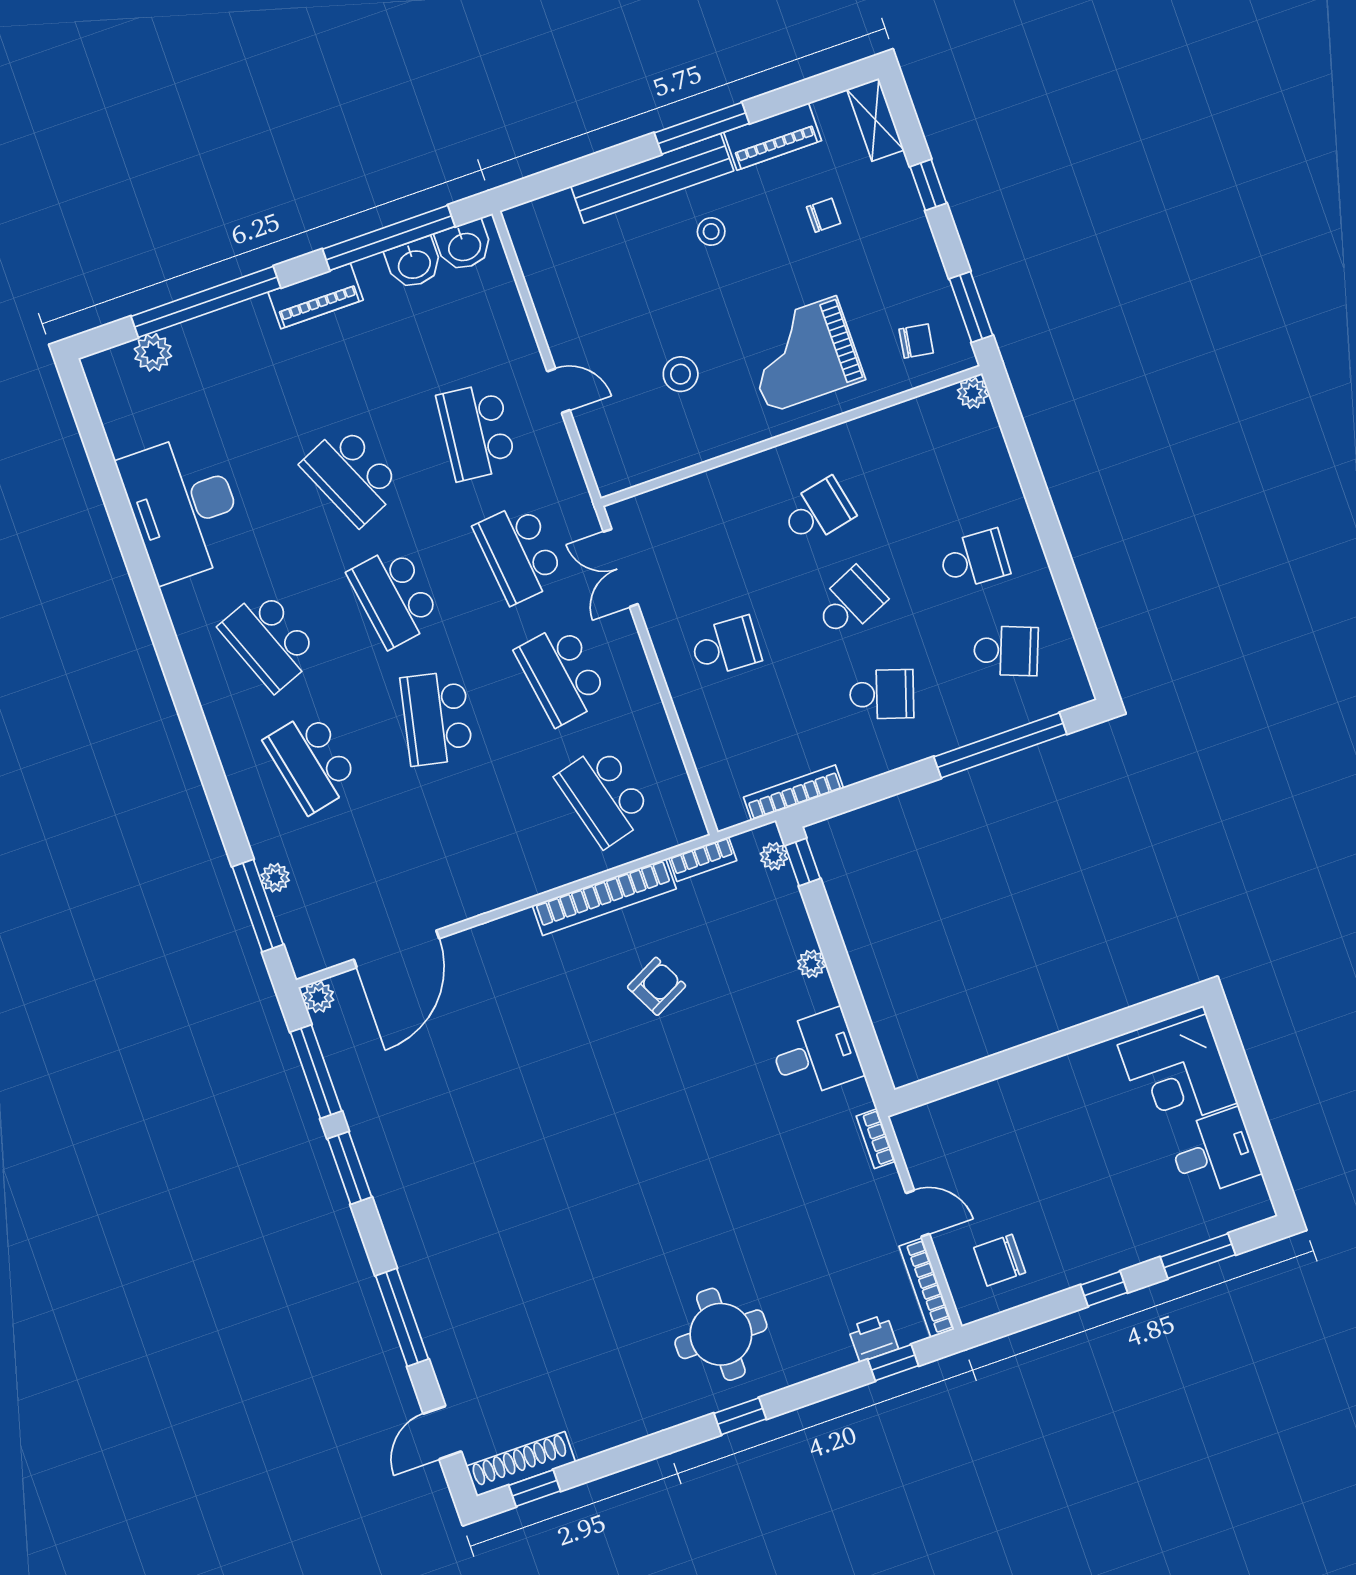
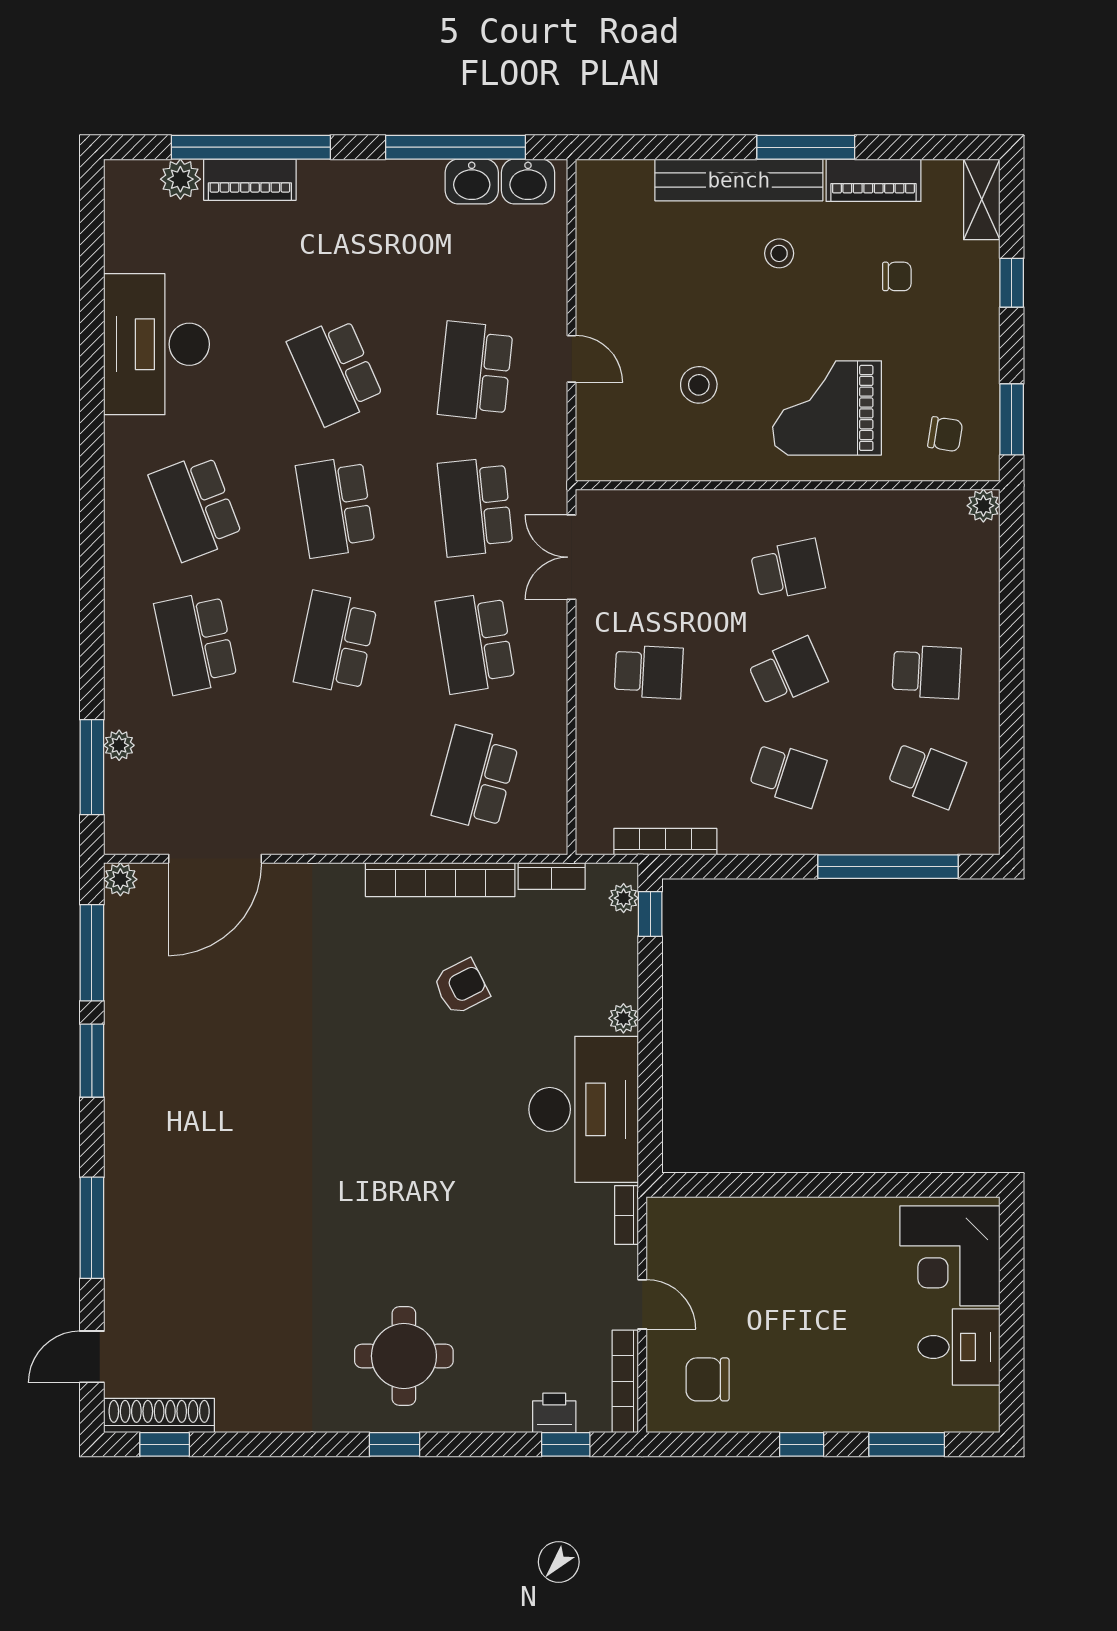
piano: (316, 296) -> (250, 180), moved
school desk: (604, 796) -> (475, 779), turned 30
desk: (816, 1054) -> (584, 1109), width x1.87, depth x1.30

